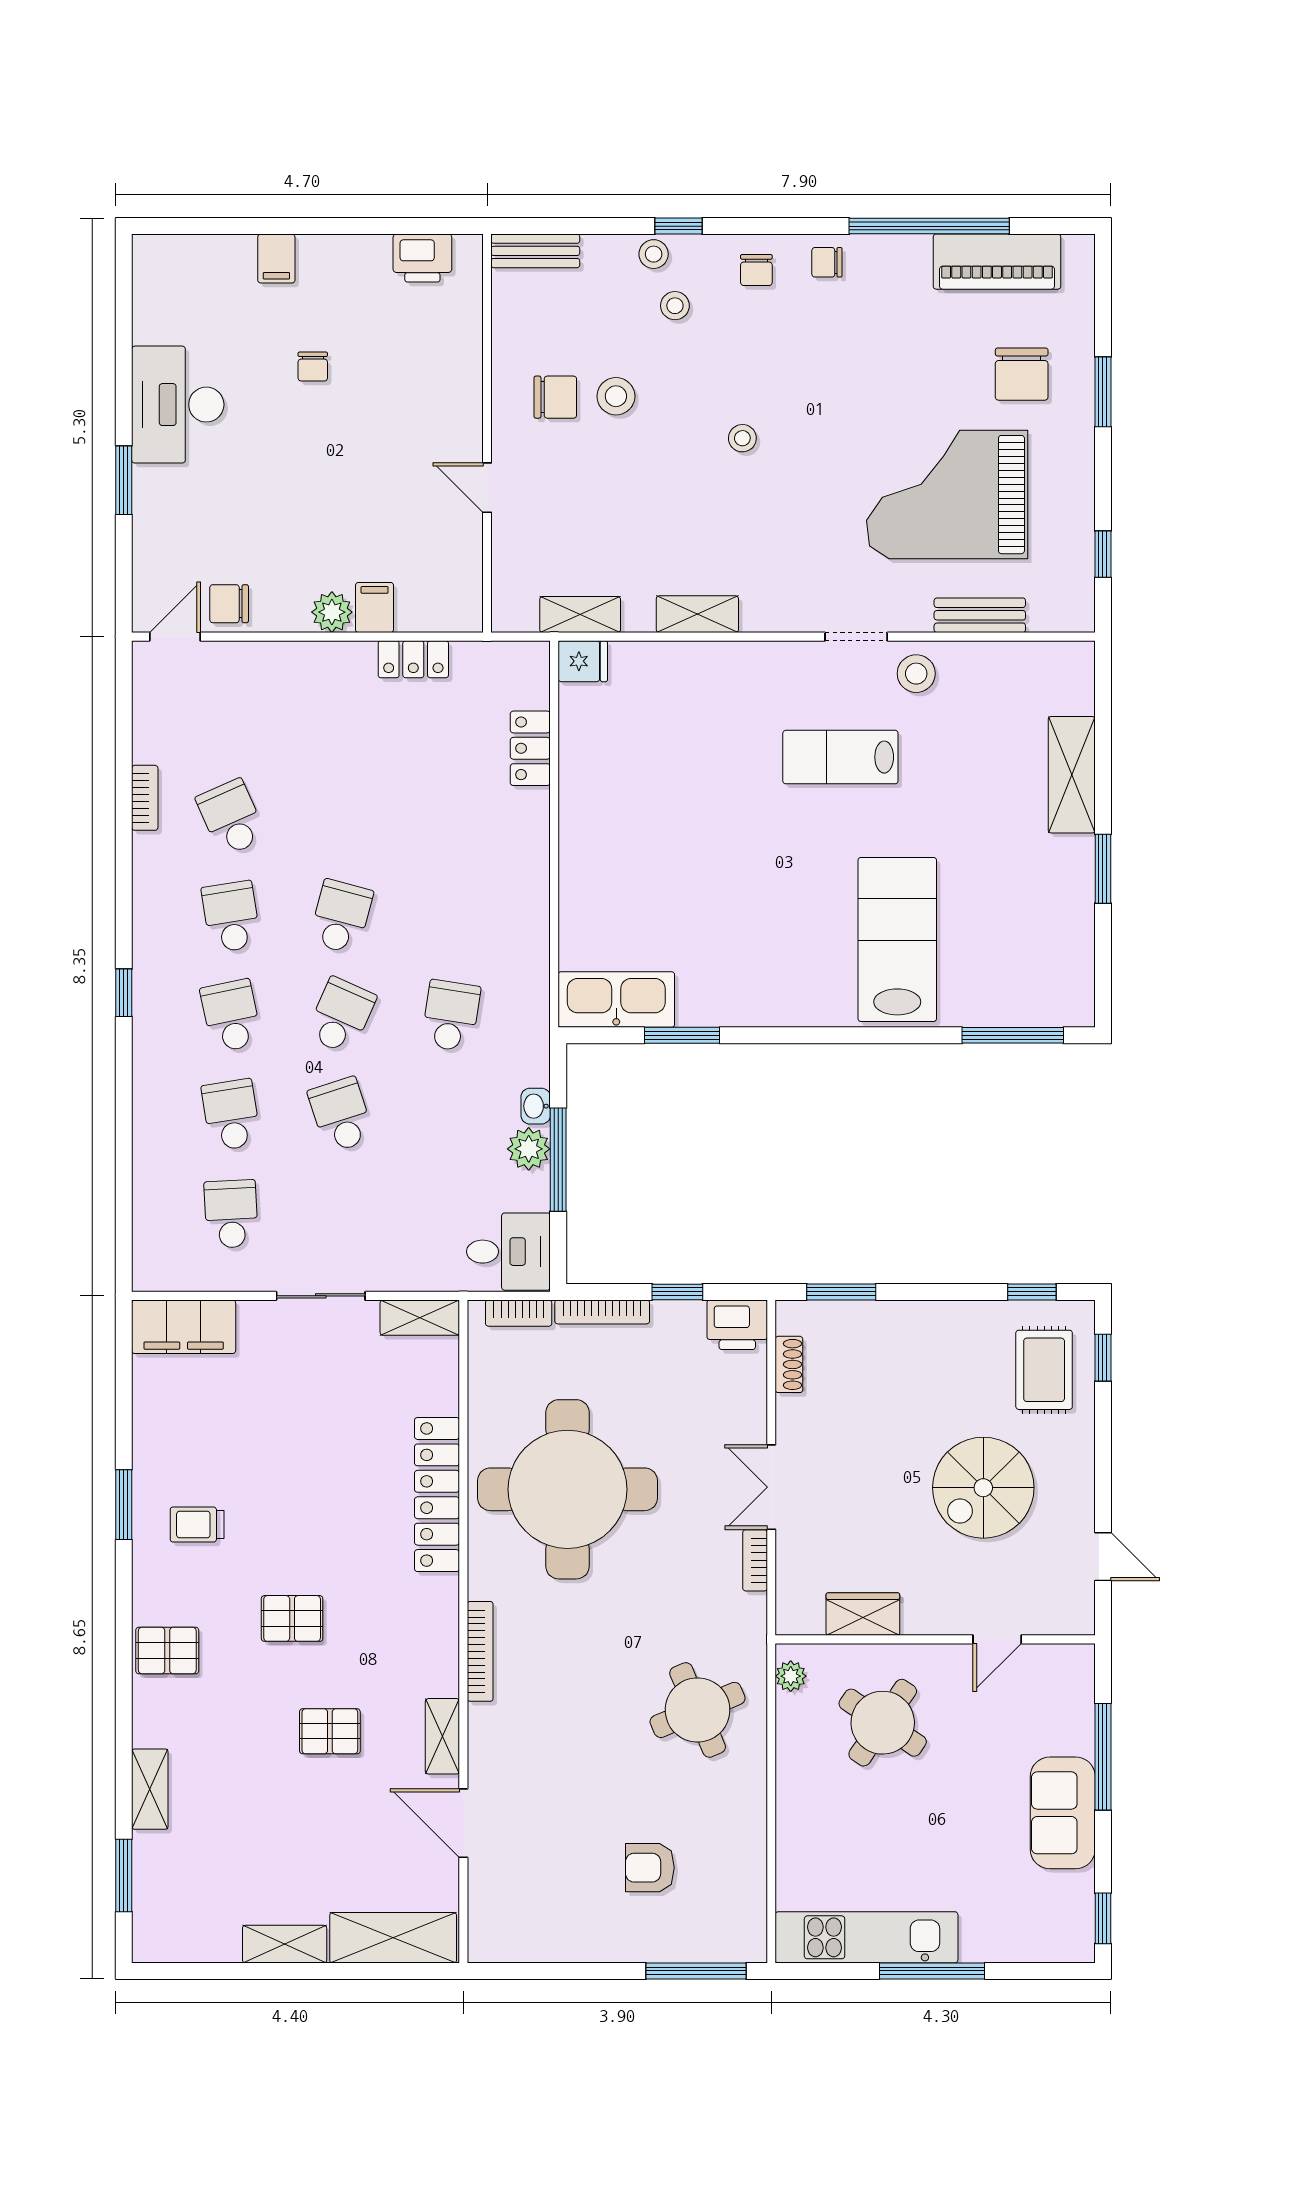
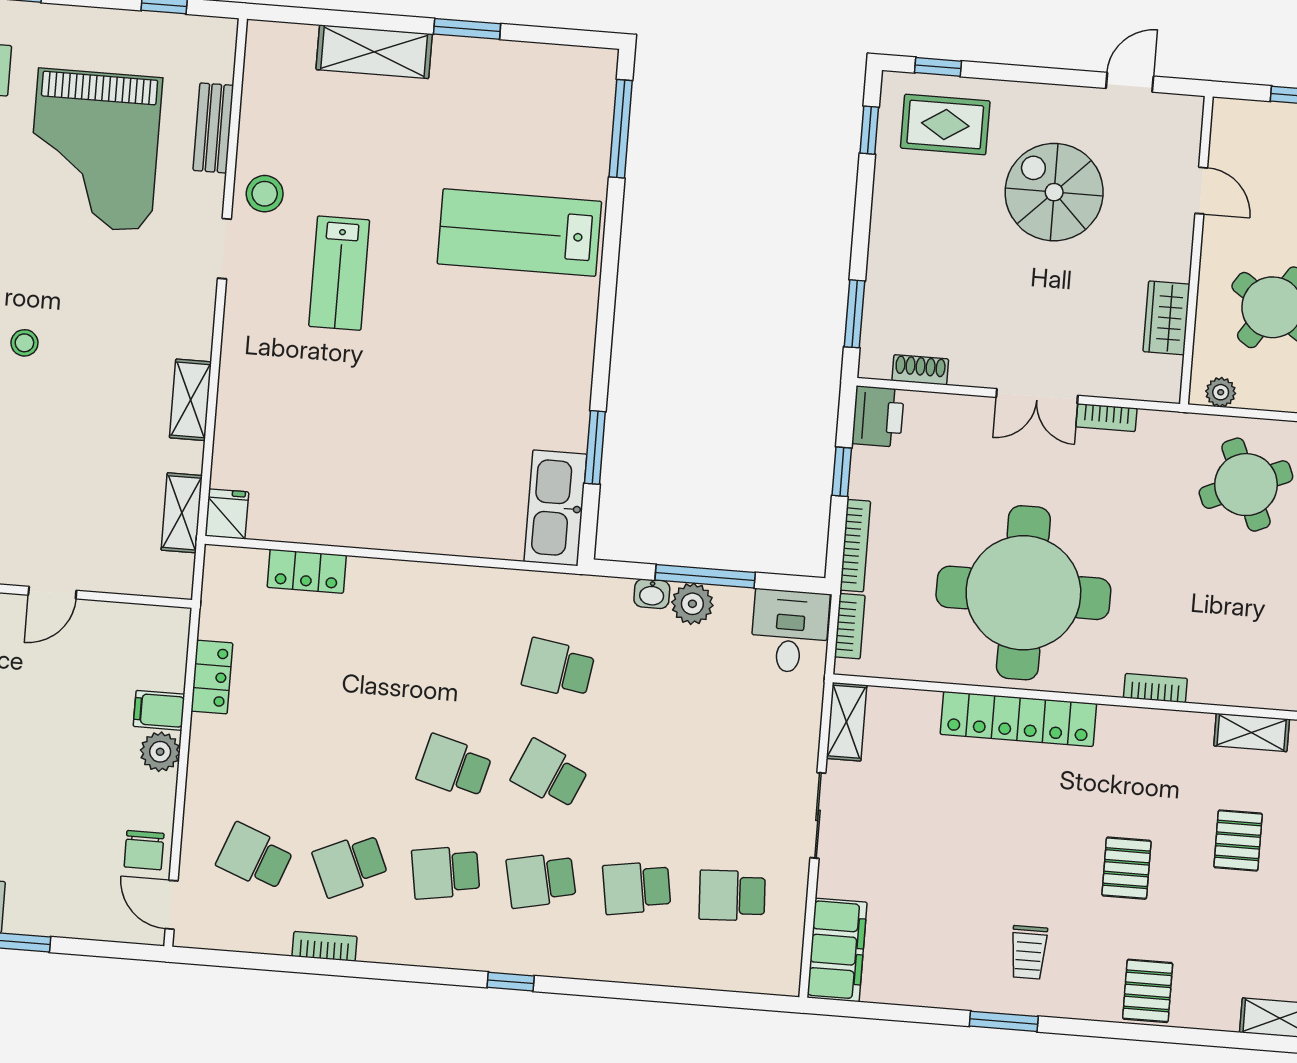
school desk: (341, 1115) -> (255, 857), moved, turned 39
spiral stairs: (983, 1488) -> (1054, 192), turned 180
bookcase: (480, 1651) -> (1155, 688), width x0.64

